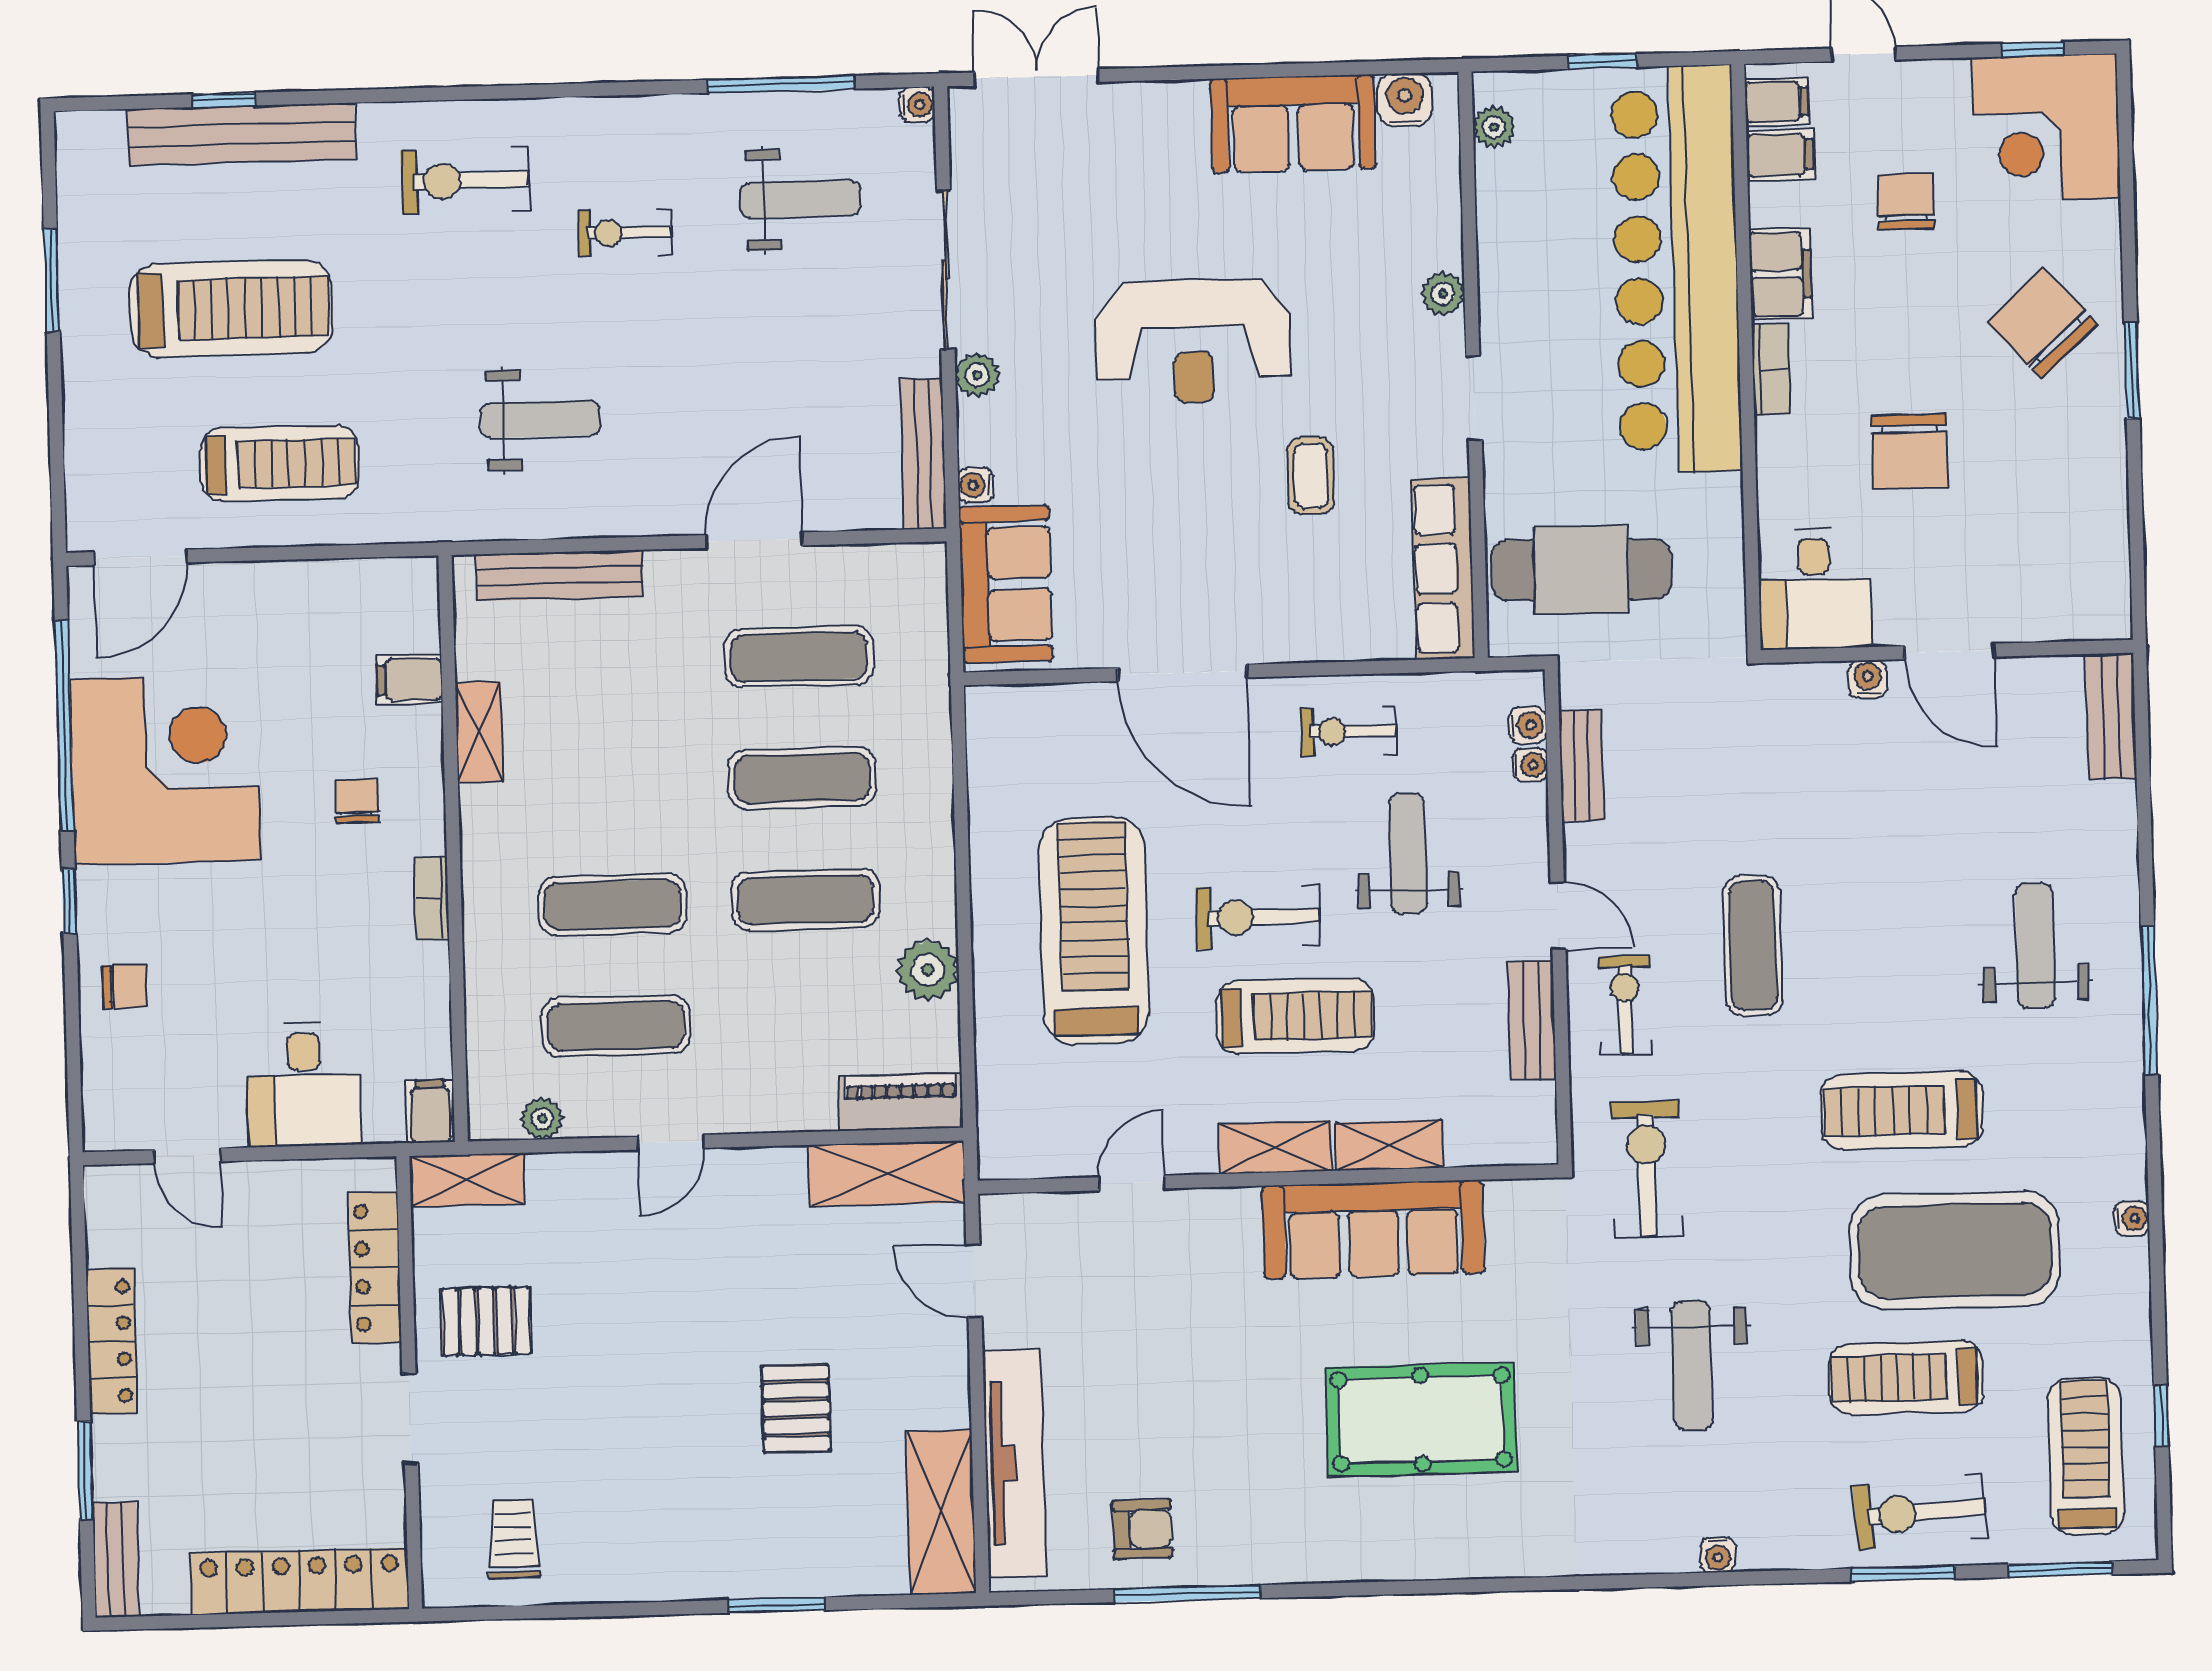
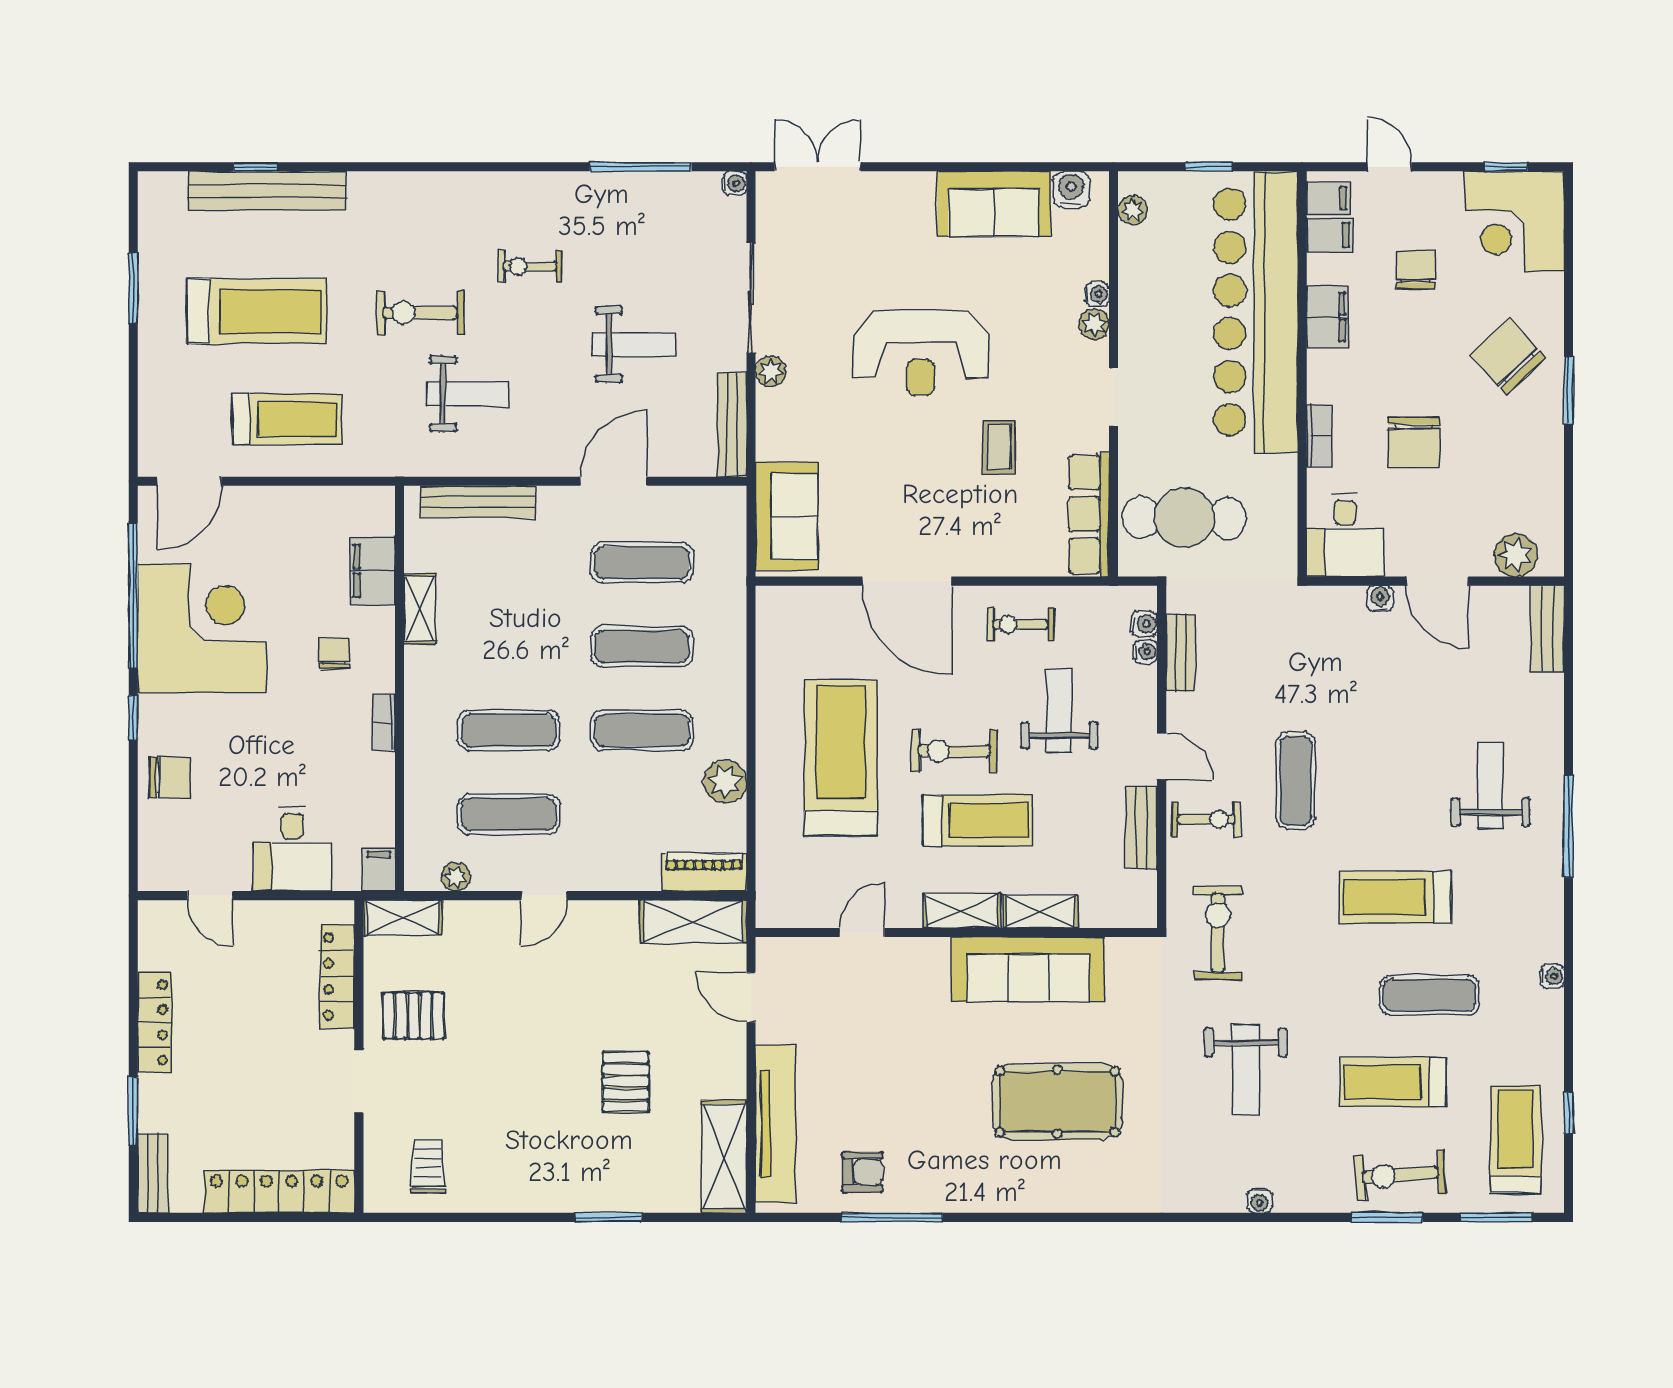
exercise bike: (465, 181) -> (420, 313), moved
weight bench: (800, 199) -> (634, 344), moved
bookcase: (1771, 369) -> (1319, 436), moved
water cooler: (976, 485) -> (1097, 294), moved, turned 180
plant: (2062, 611) -> (1516, 555), added
filing cabinet: (409, 679) -> (373, 571), width x2.00
chair: (125, 986) -> (170, 777), width x1.37, depth x1.37
exercise bike: (1625, 1005) -> (1206, 819), turned 90
exercise mat: (1955, 1250) -> (1429, 995), width x0.50, depth x0.69

